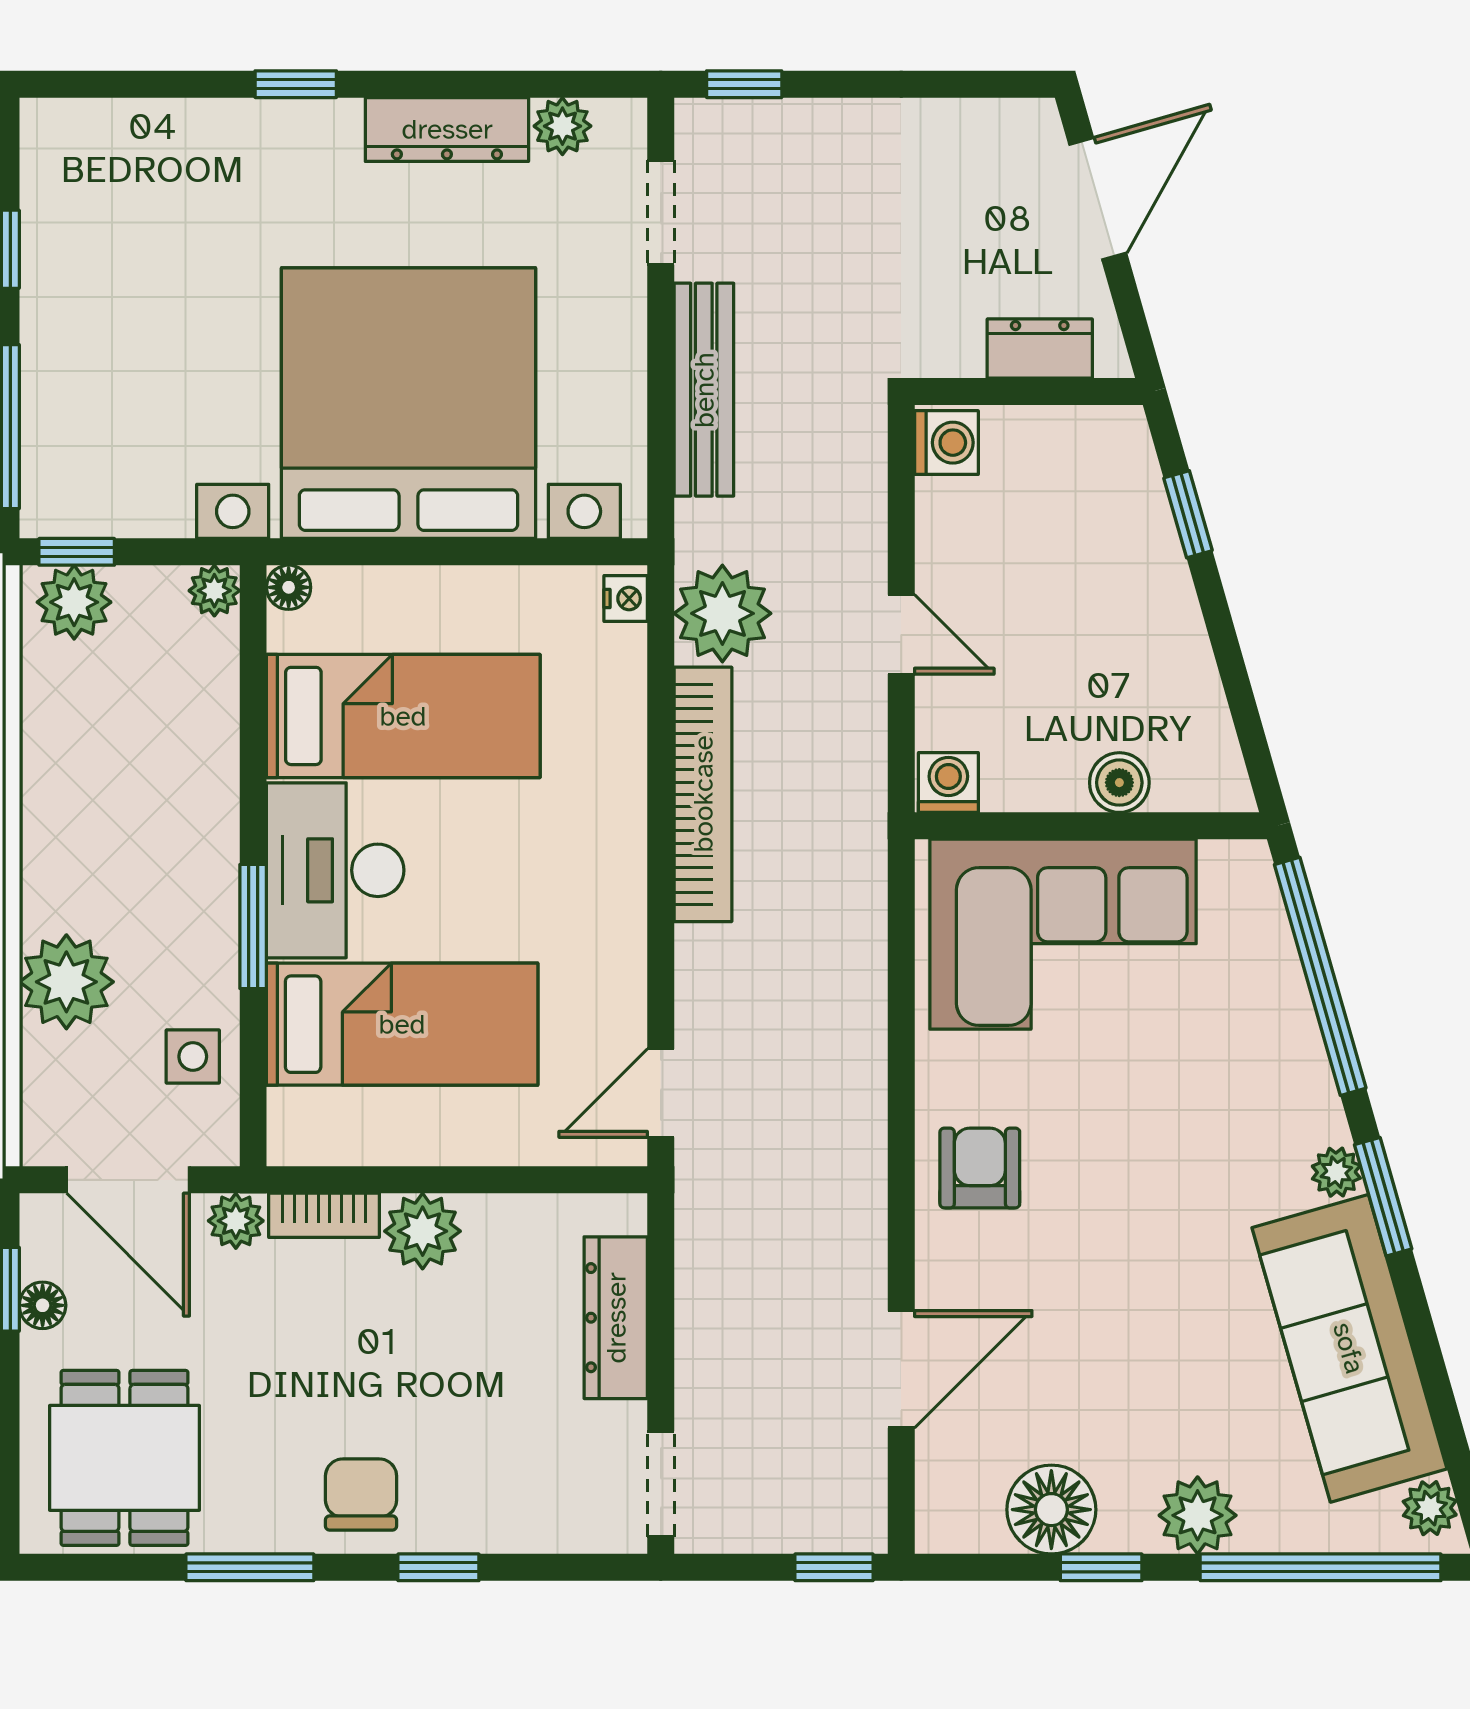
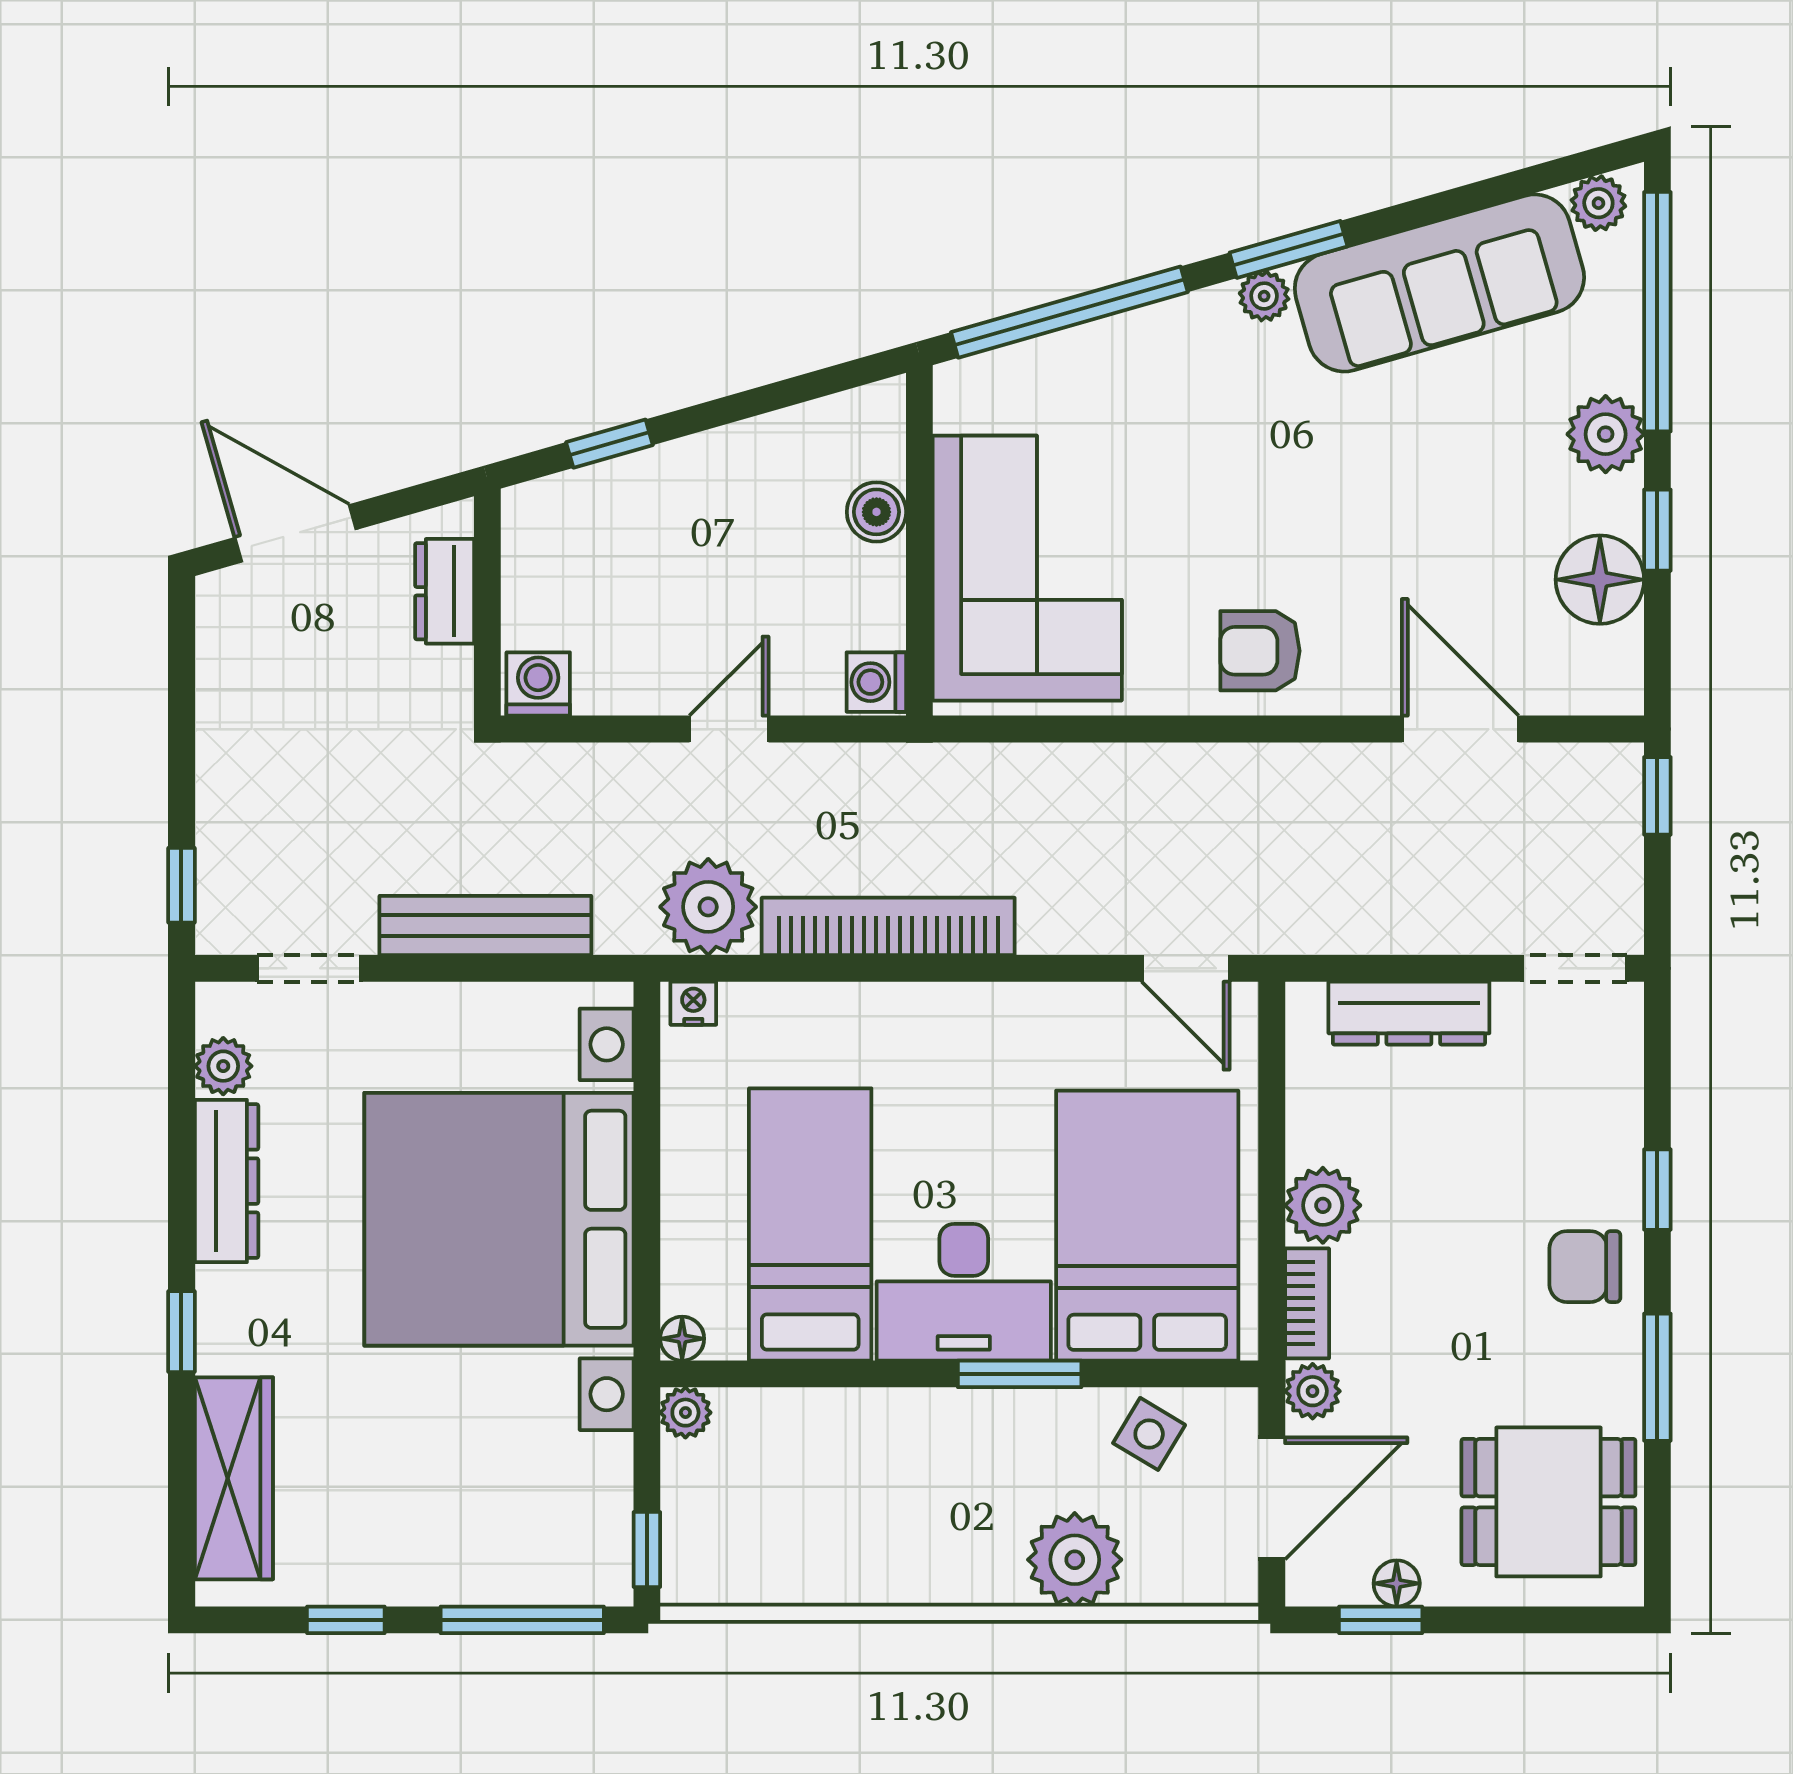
wardrobe: (148, 137) -> (234, 1478), added
plant: (74, 602) -> (697, 1552), removed
bed: (402, 1024) -> (1147, 1226), width x1.50
side table: (193, 1057) -> (1149, 1434), turned 31

